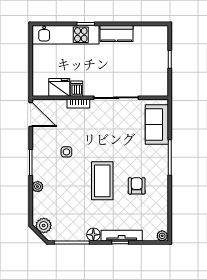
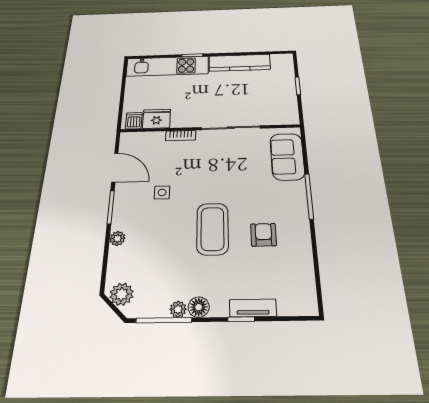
kitchen counter: (116, 34) -> (240, 63), width x1.50
dishwasher: (77, 89) -> (134, 121), moved
door: (31, 115) -> (115, 168), moved
tv unit: (122, 236) -> (253, 308), width x0.71
plant: (162, 236) -> (178, 309), moved

